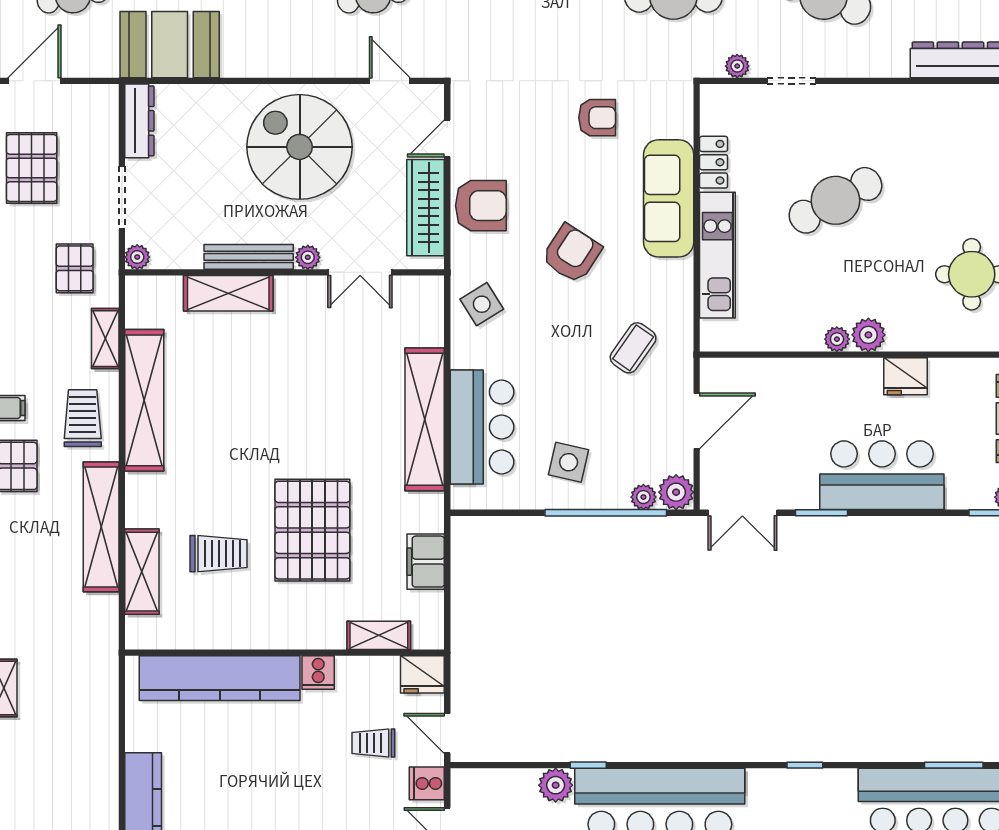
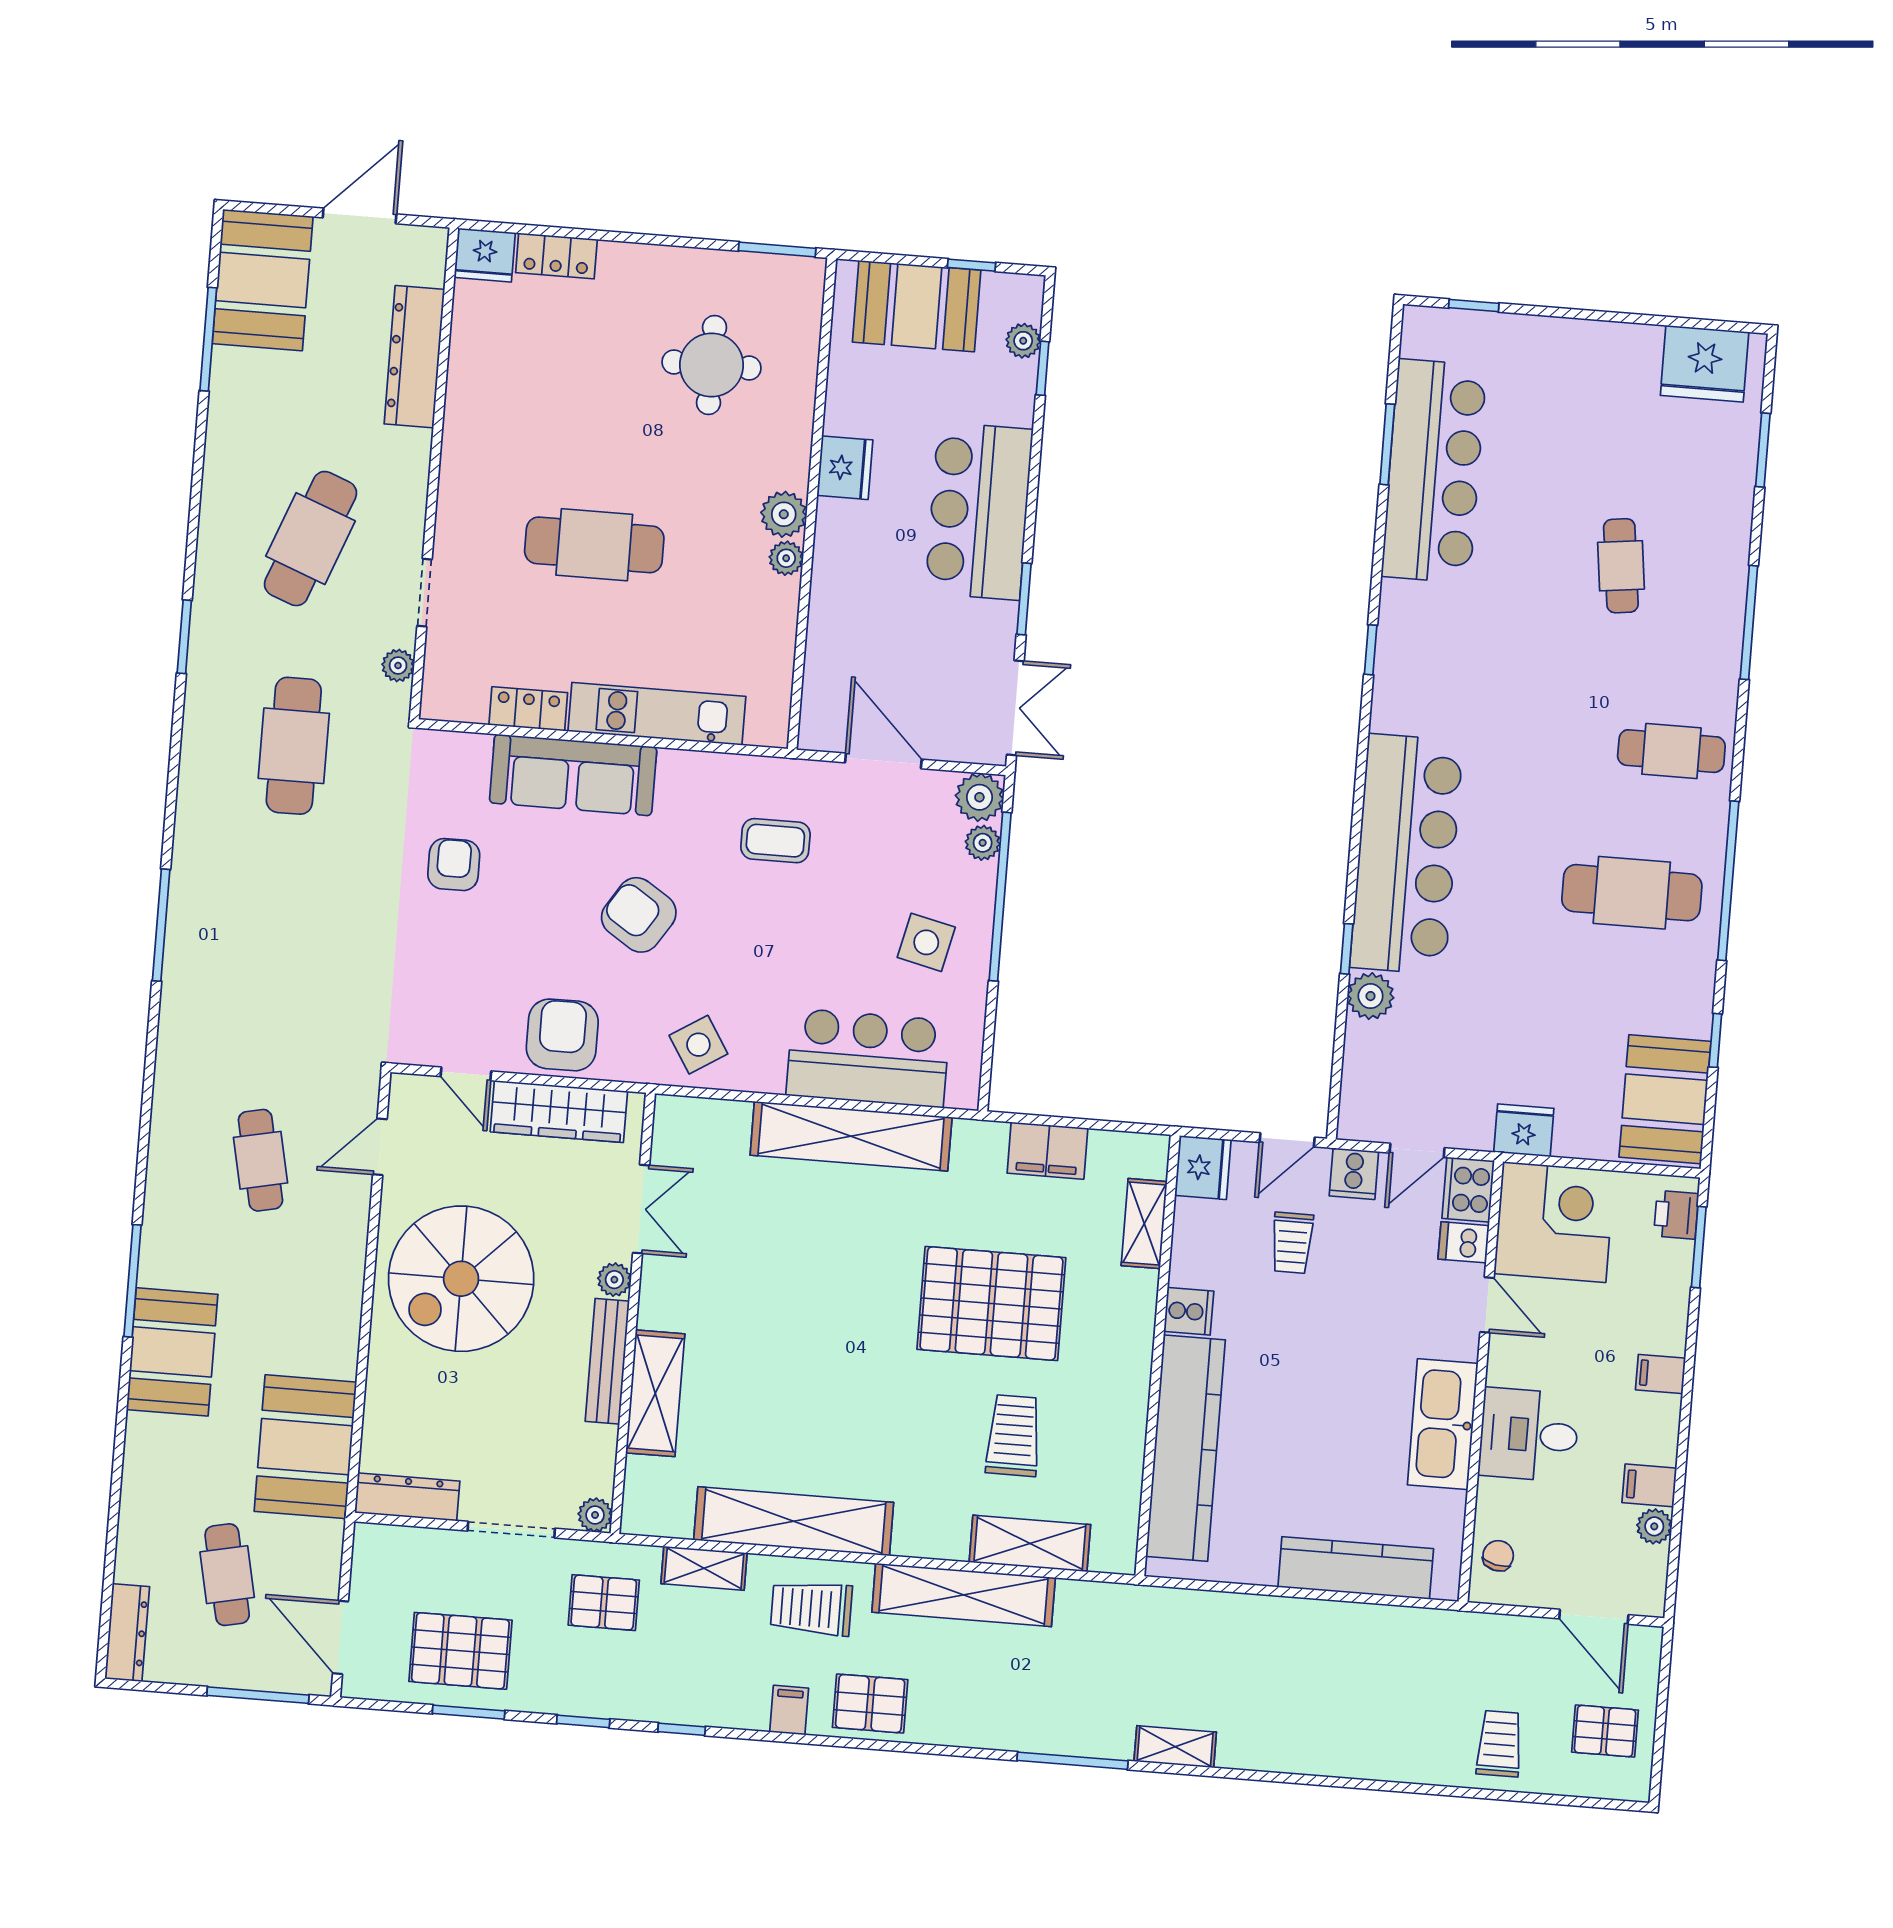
cafe table: (835, 200) -> (594, 545), turned -62
coffee table: (633, 348) -> (775, 841), turned -35

